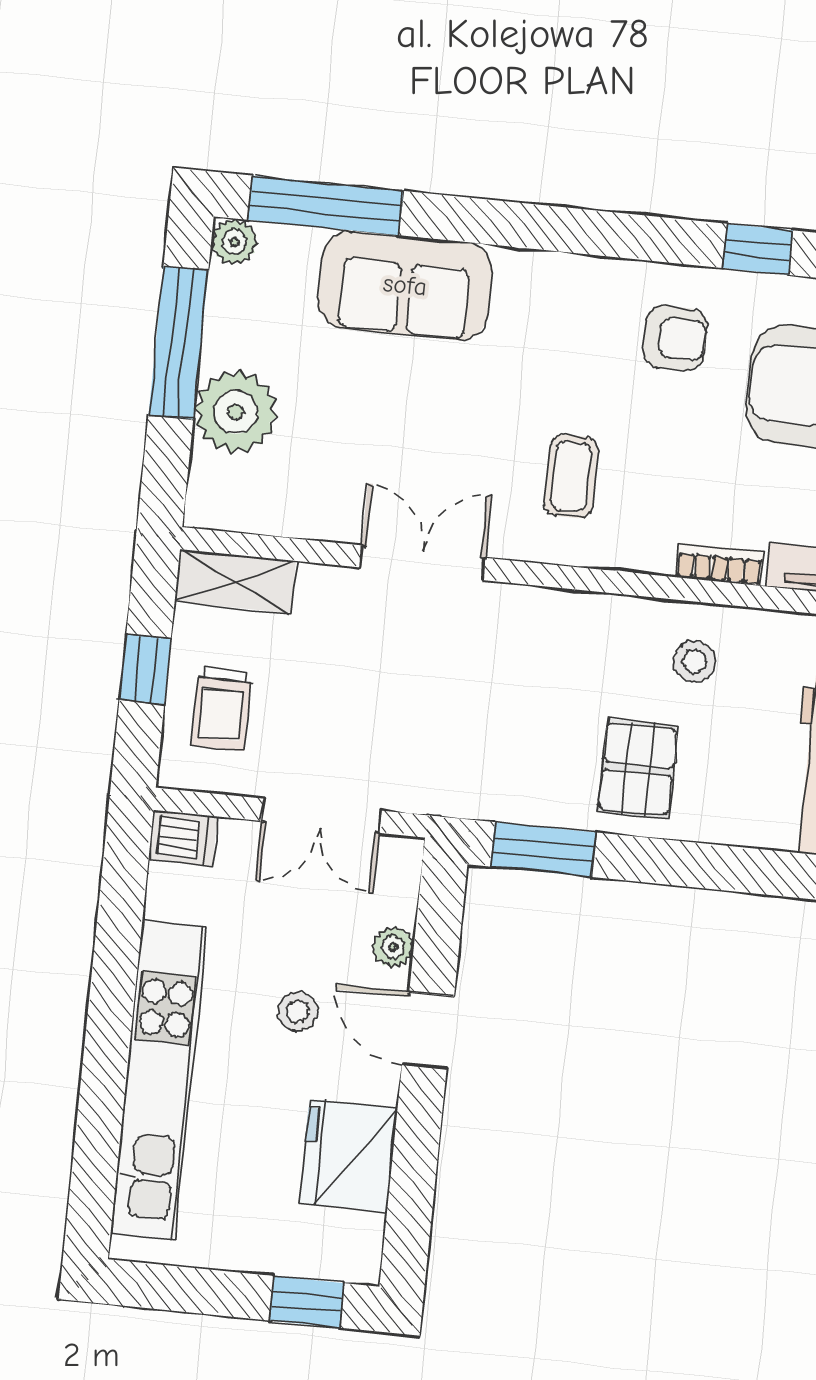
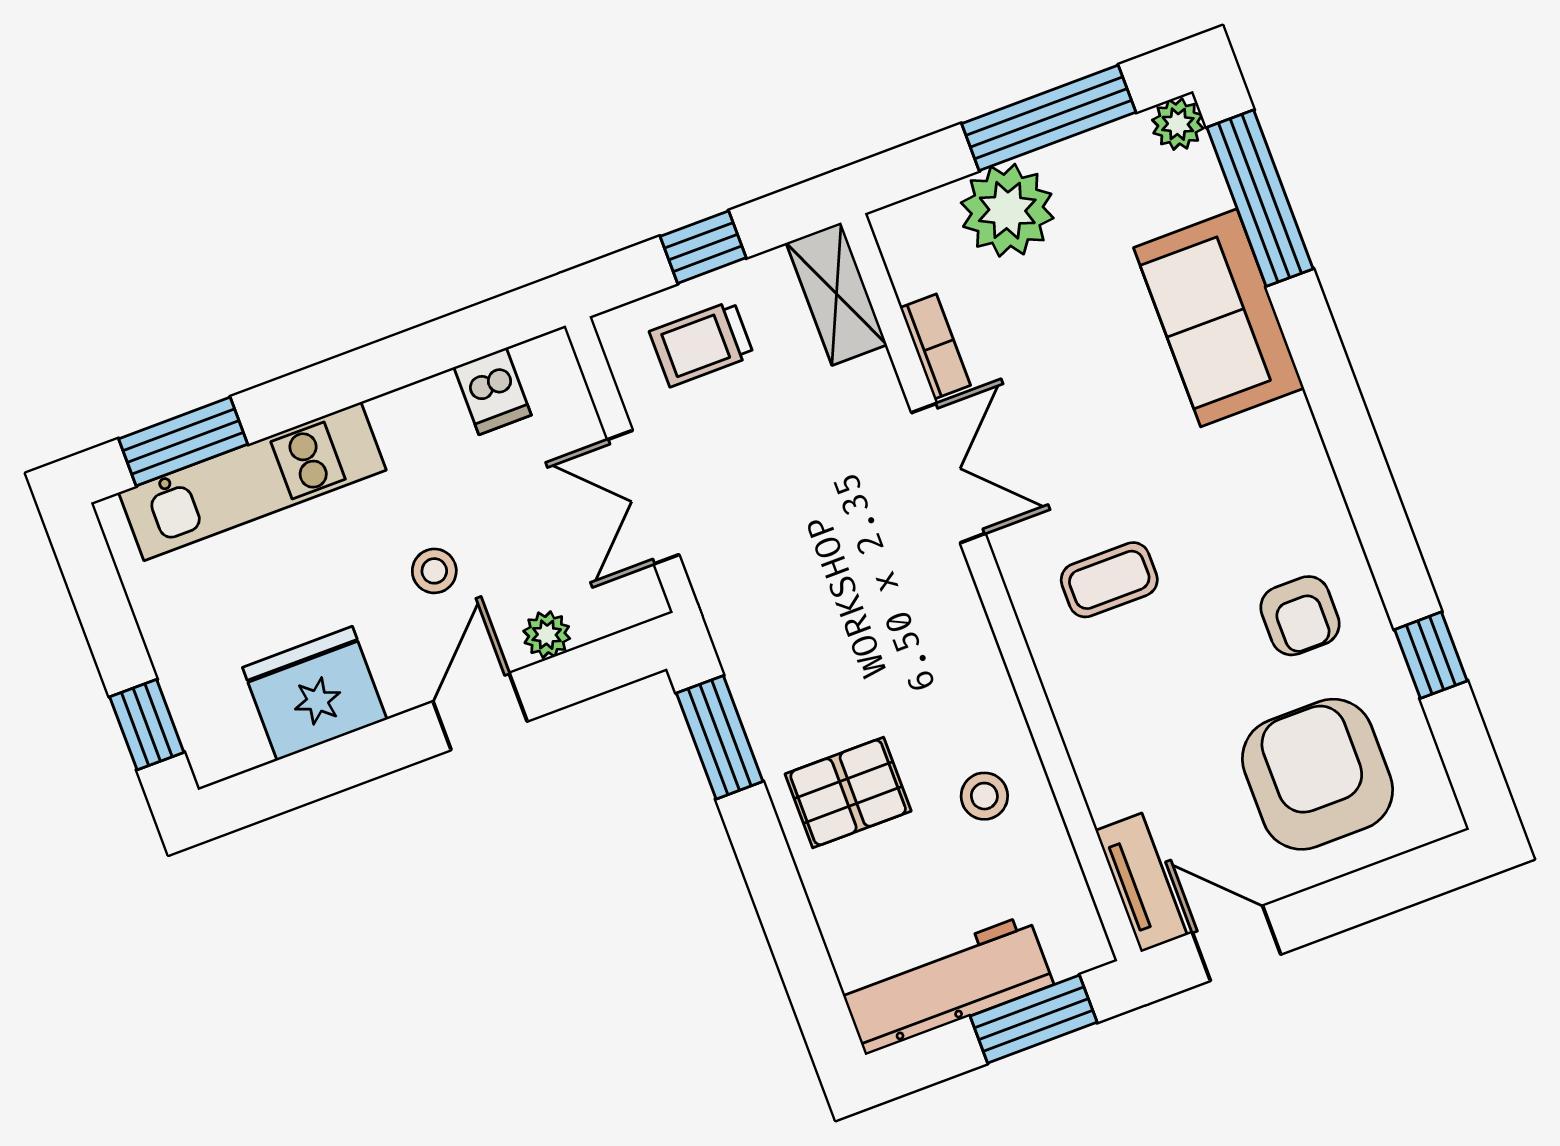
bookcase: (720, 564) -> (935, 346), moved
dishwasher: (183, 838) -> (493, 391), moved
kitchen unit: (159, 1080) -> (252, 481), width x0.73
window: (95, 1161) -> (183, 441), added

